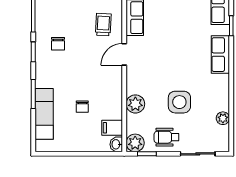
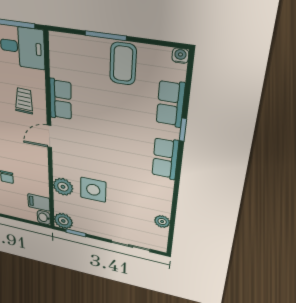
side table: (179, 102) -> (93, 190), moved
wheelchair: (167, 137) -> (97, 224), removed

